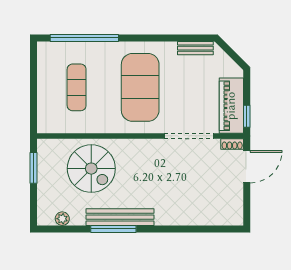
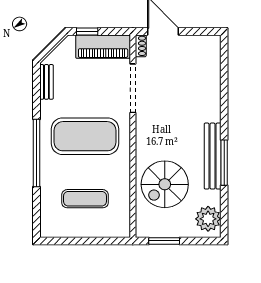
window: (84, 38) -> (36, 153), moved
window: (247, 116) -> (87, 31), moved
spiral stairs: (91, 169) -> (165, 184), turned 180
plant: (62, 219) -> (208, 219), width x1.87, depth x1.87

